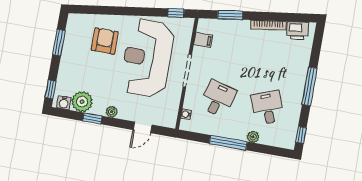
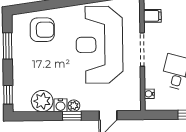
armchair: (105, 41) -> (42, 30), moved, turned 90
water cooler: (64, 103) -> (60, 105), moved
window: (92, 118) -> (72, 116), moved

